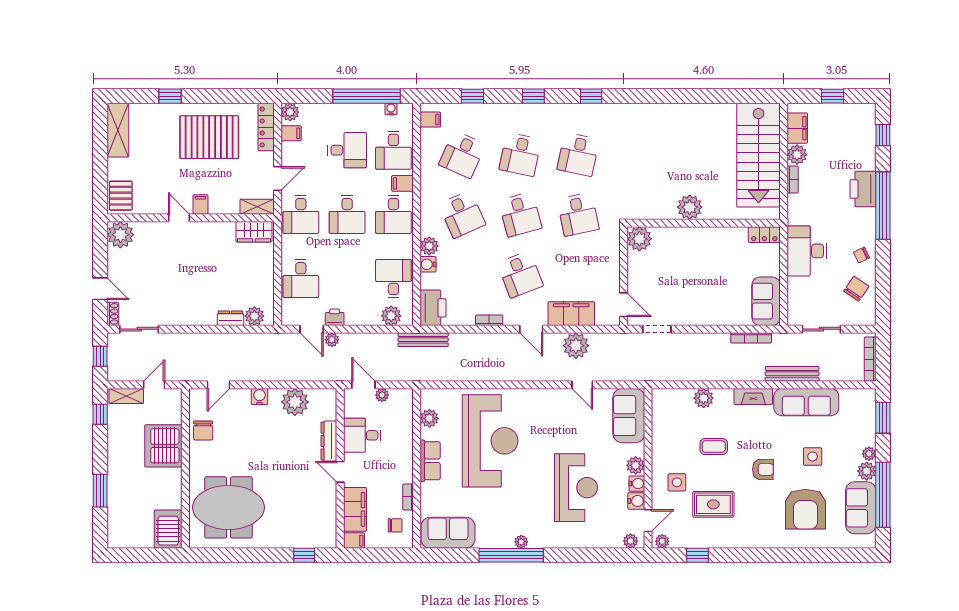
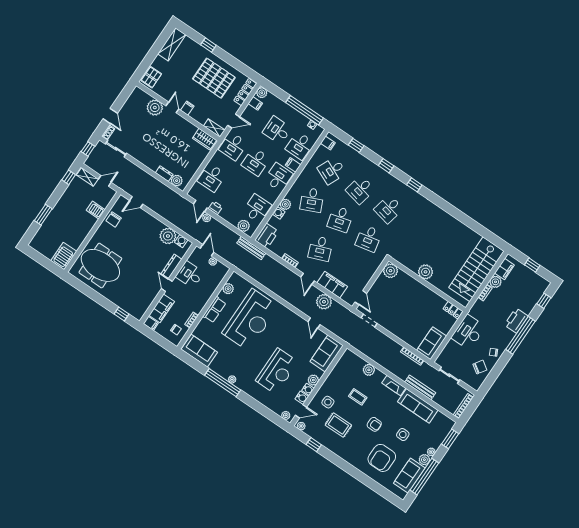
desk: (347, 150) -> (277, 130), turned 180
desk: (393, 214) -> (278, 177), turned 180
plant: (120, 235) -> (155, 108), moved
water cooler: (260, 397) -> (181, 241), moved
server rack: (163, 446) -> (96, 210), width x0.46, depth x0.70

